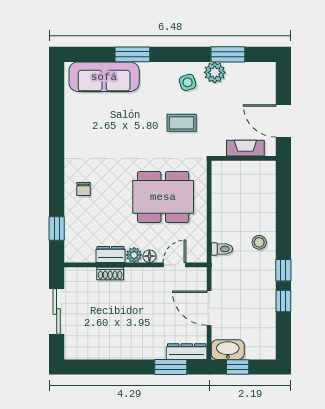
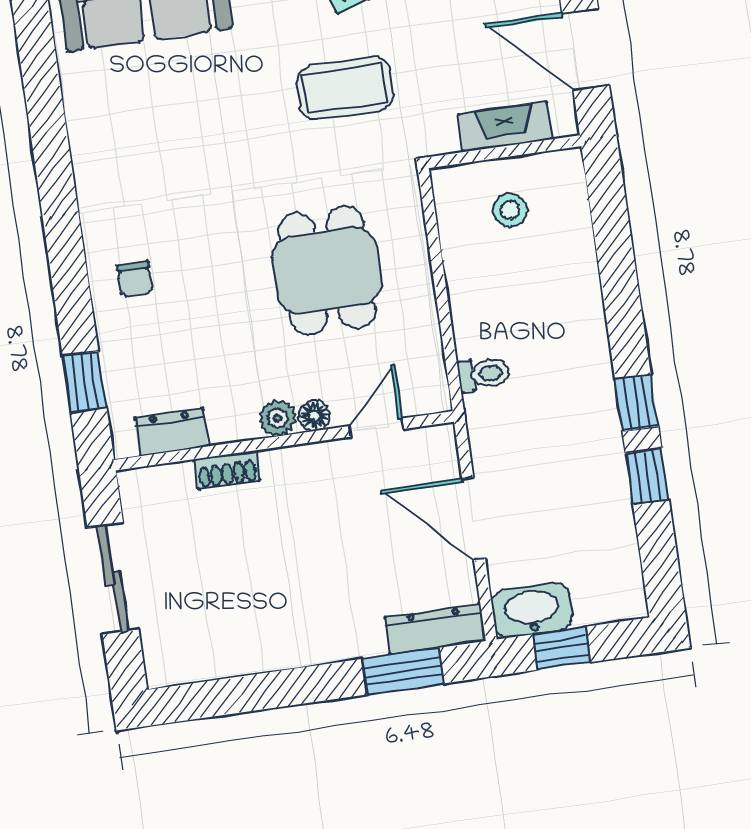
coffee table: (182, 123) -> (345, 88), width x1.36, depth x1.30
dining table: (163, 197) -> (327, 270), width x0.73
stool: (259, 242) -> (510, 210), moved
dresser: (111, 254) -> (171, 432), moved

